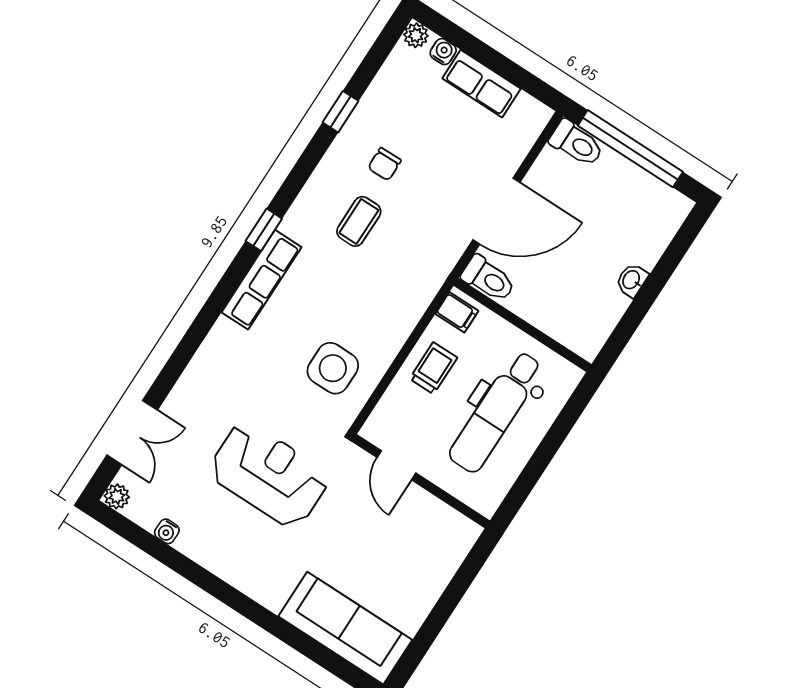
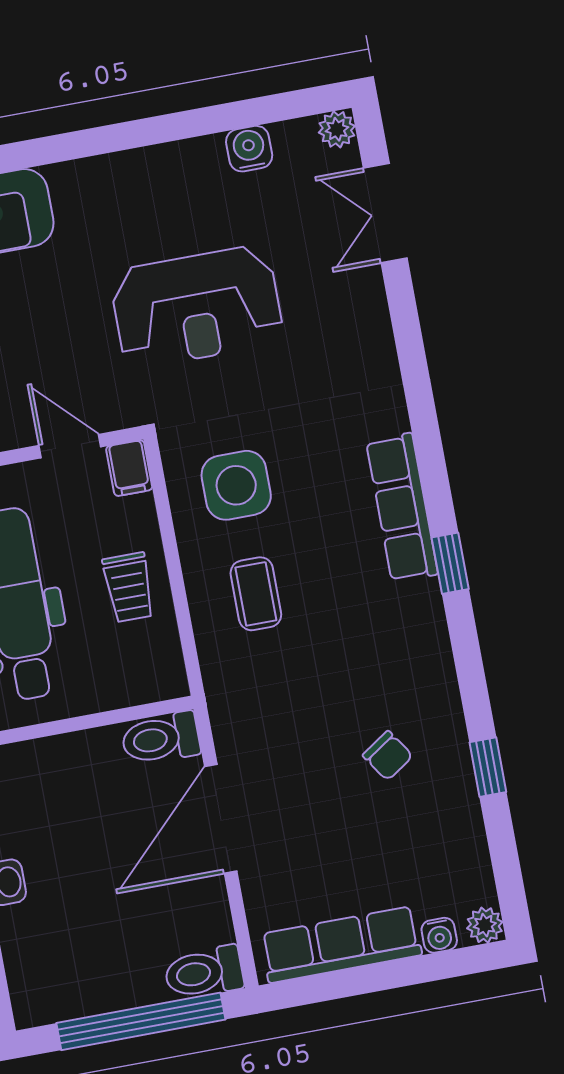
row of seats: (481, 84) -> (341, 945), width x1.48
chair: (385, 164) -> (388, 756), turned 147
coffee table: (359, 221) -> (256, 594), moved
filing cabinet: (457, 312) -> (129, 468), moved, turned -90
water cooler: (167, 531) -> (249, 149), width x1.38, depth x1.38

